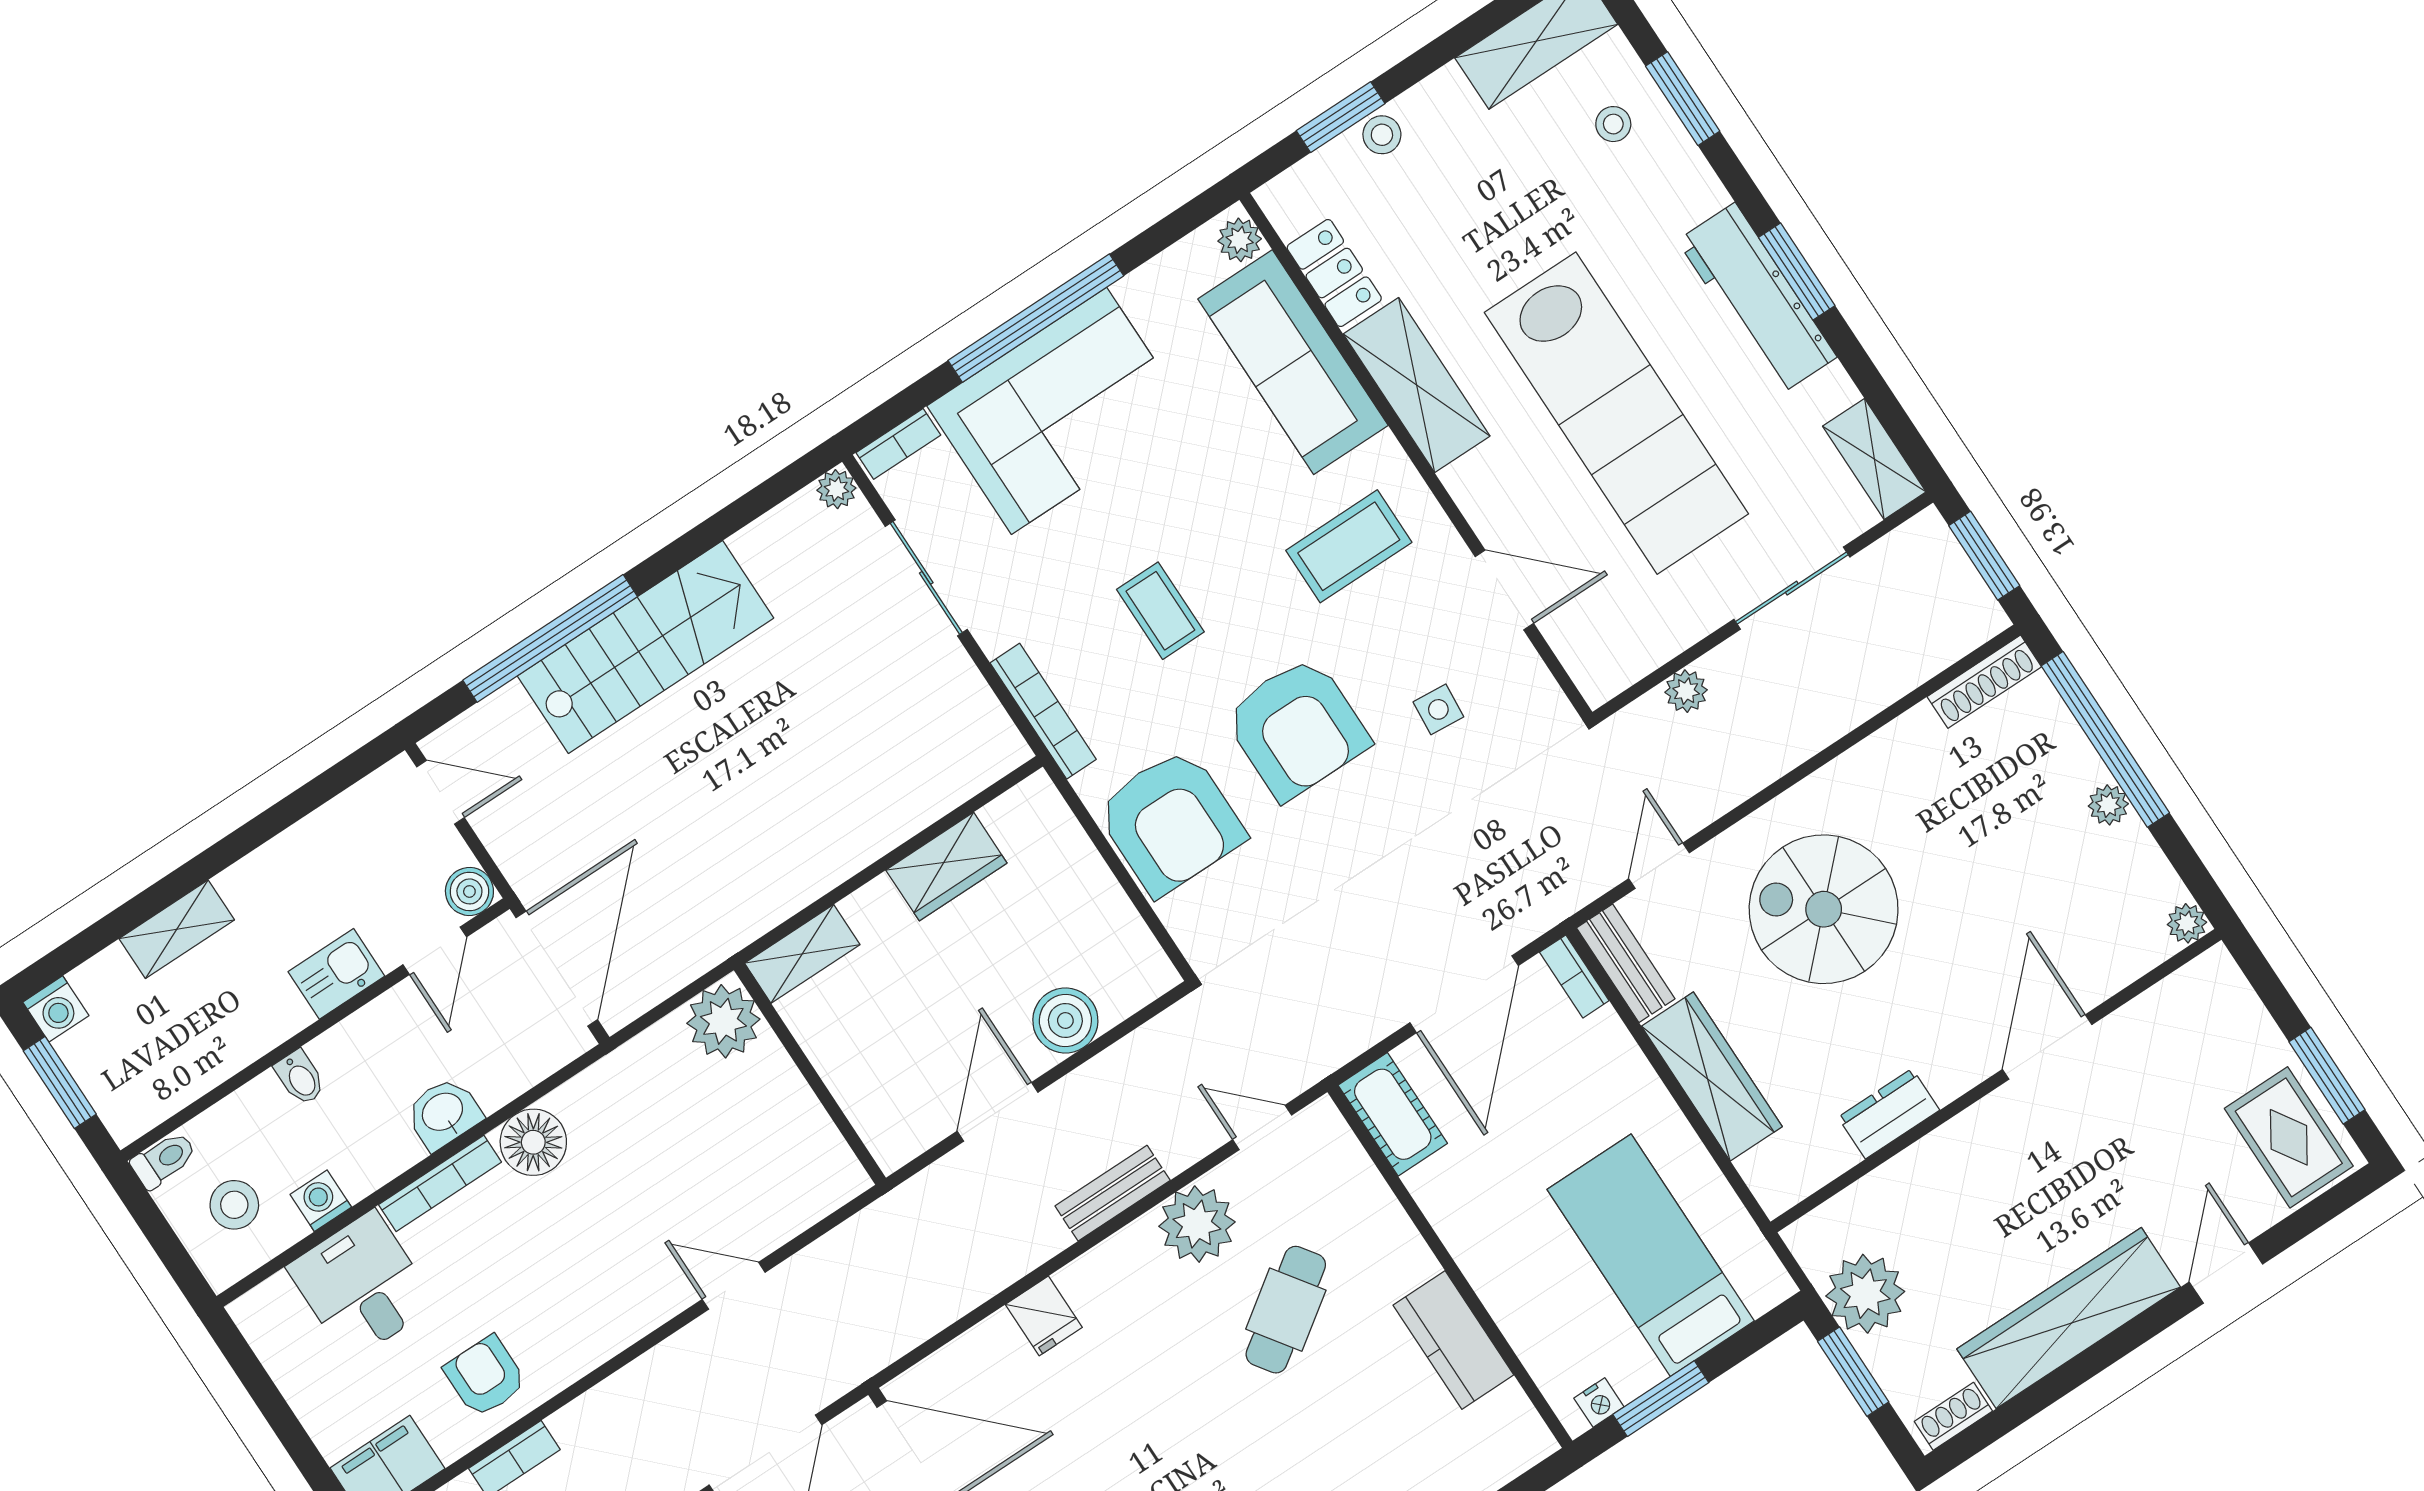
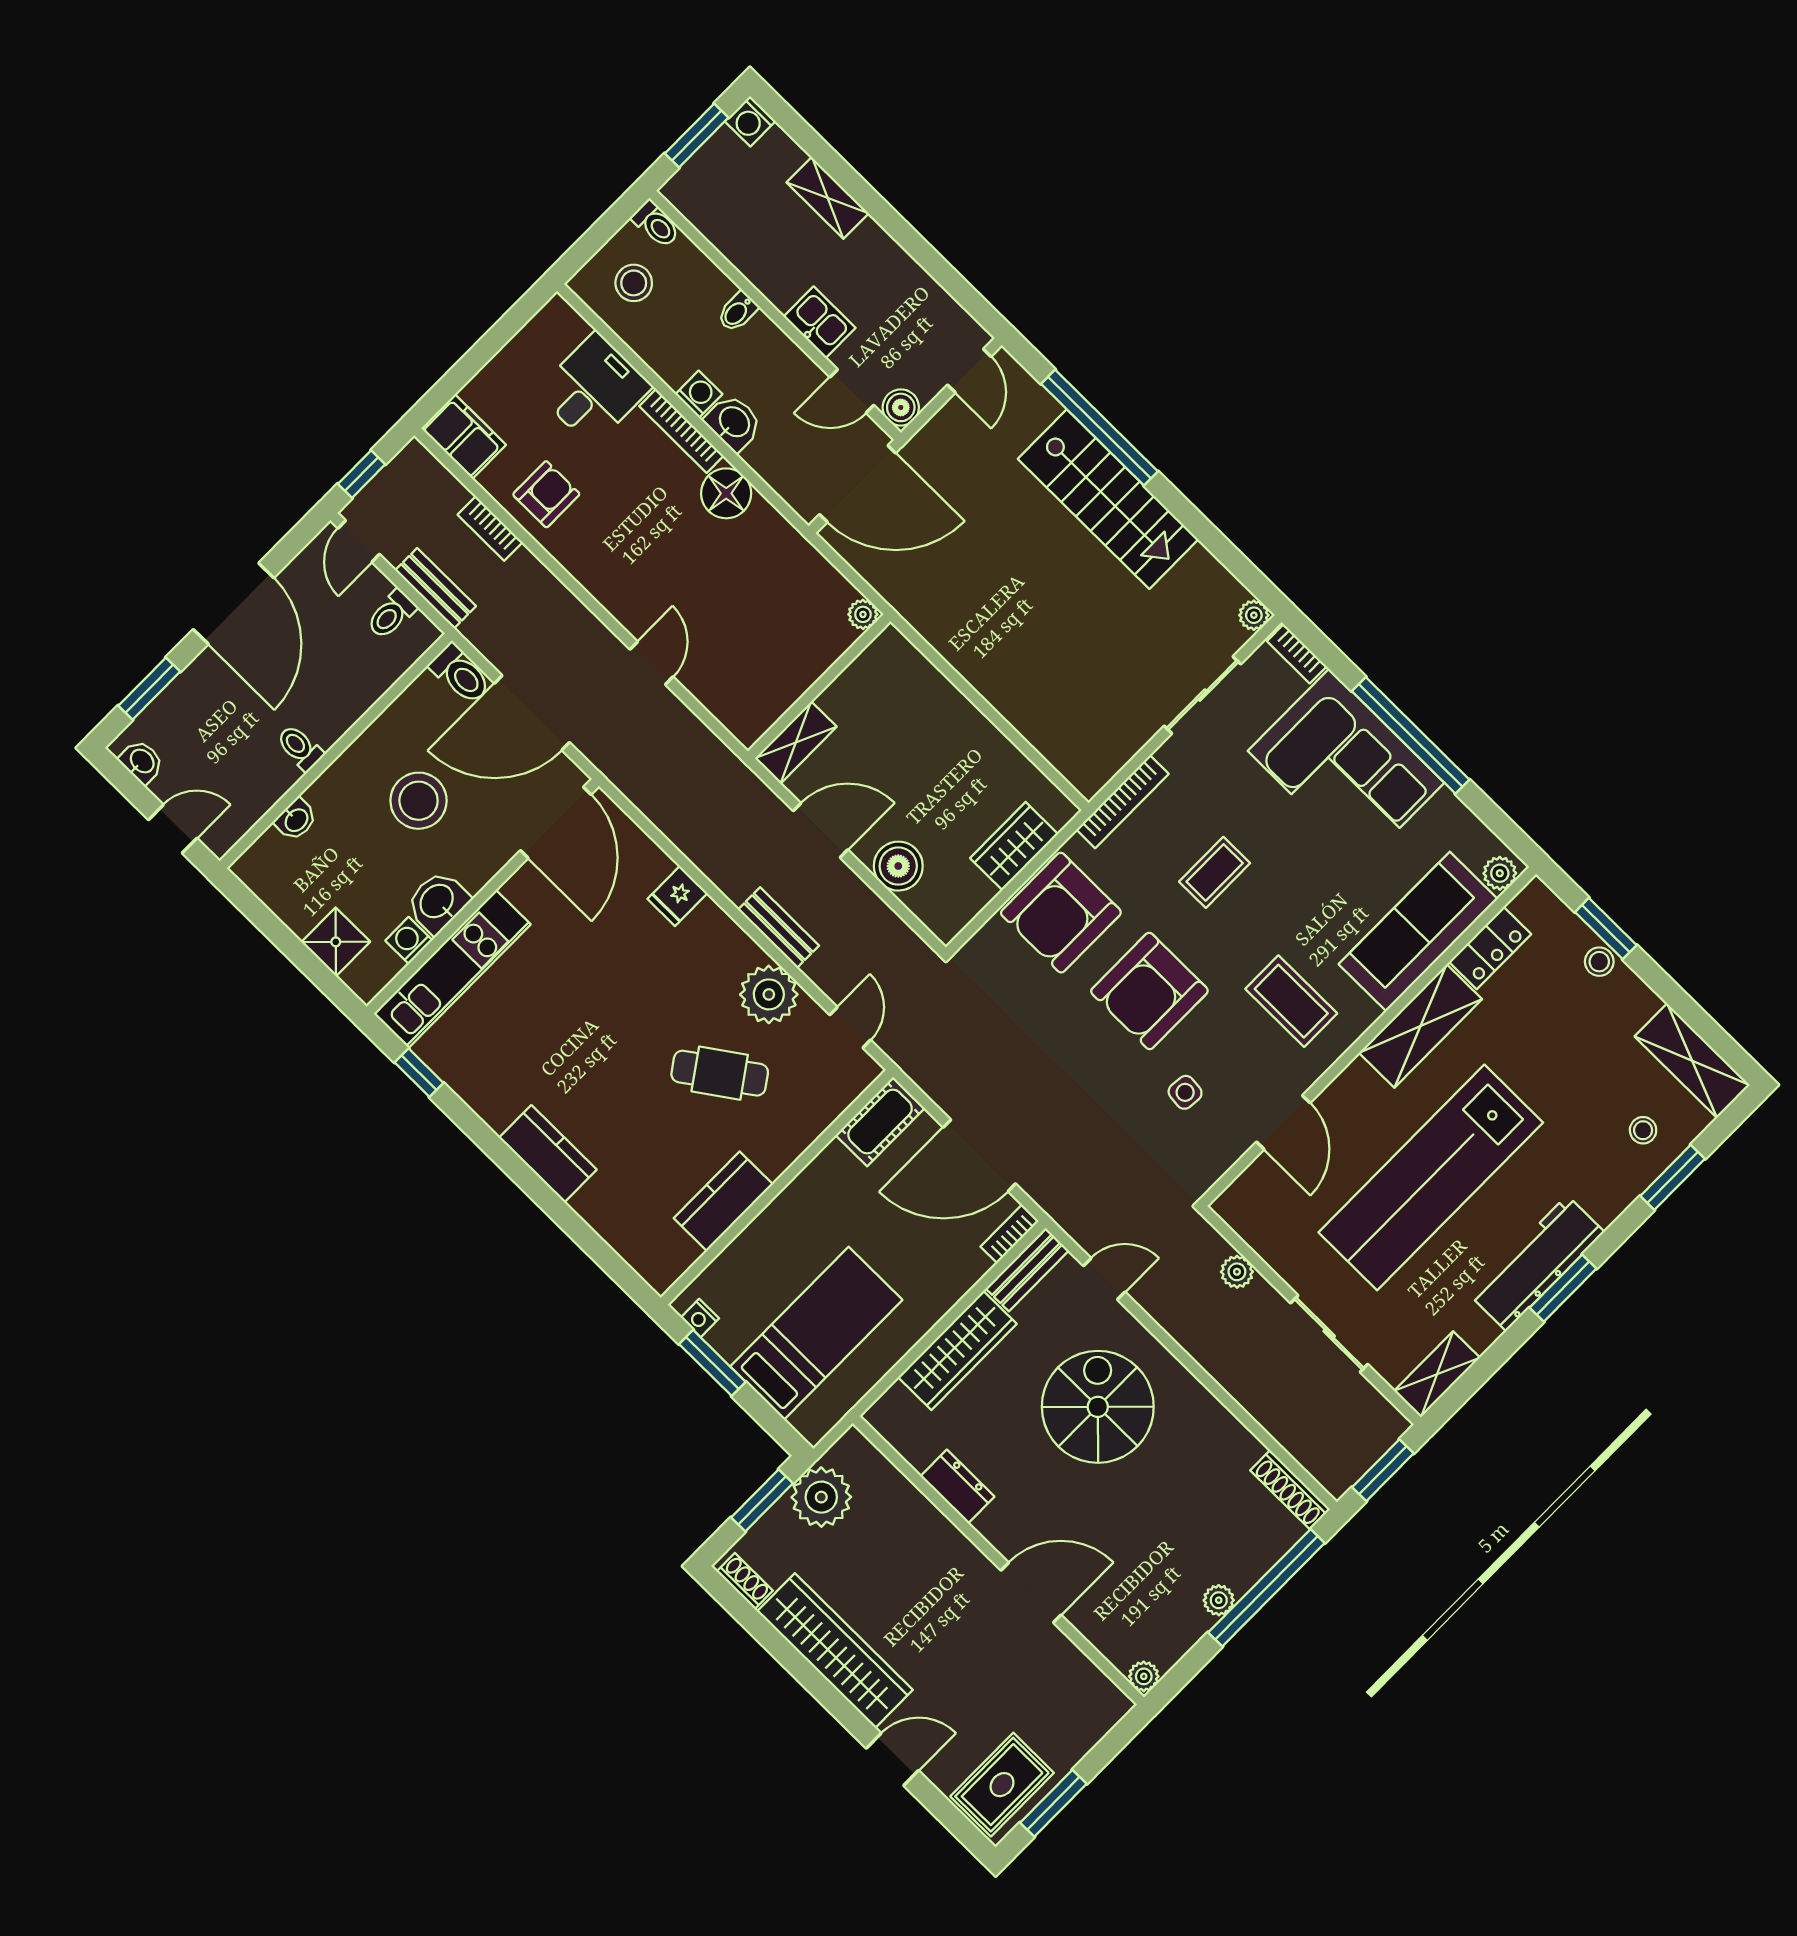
wardrobe: (946, 867) -> (1014, 846), moved, turned 90
shelving: (802, 954) -> (796, 743), moved, turned 90
plant: (723, 1021) -> (863, 614), width x0.53, depth x0.53
washing machine: (321, 1201) -> (699, 394), moved

